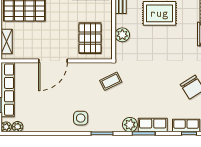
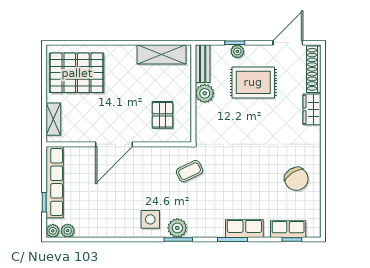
plant: (122, 35) -> (205, 93), moved
pallet: (90, 38) -> (162, 115), width x0.67, depth x0.71
plant: (130, 125) -> (177, 228), moved

